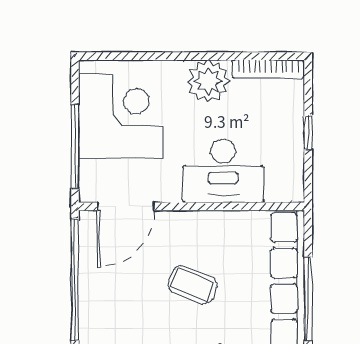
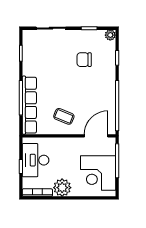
desk: (223, 171) -> (36, 160), moved, turned -90
coffee table: (193, 285) -> (64, 116), moved

